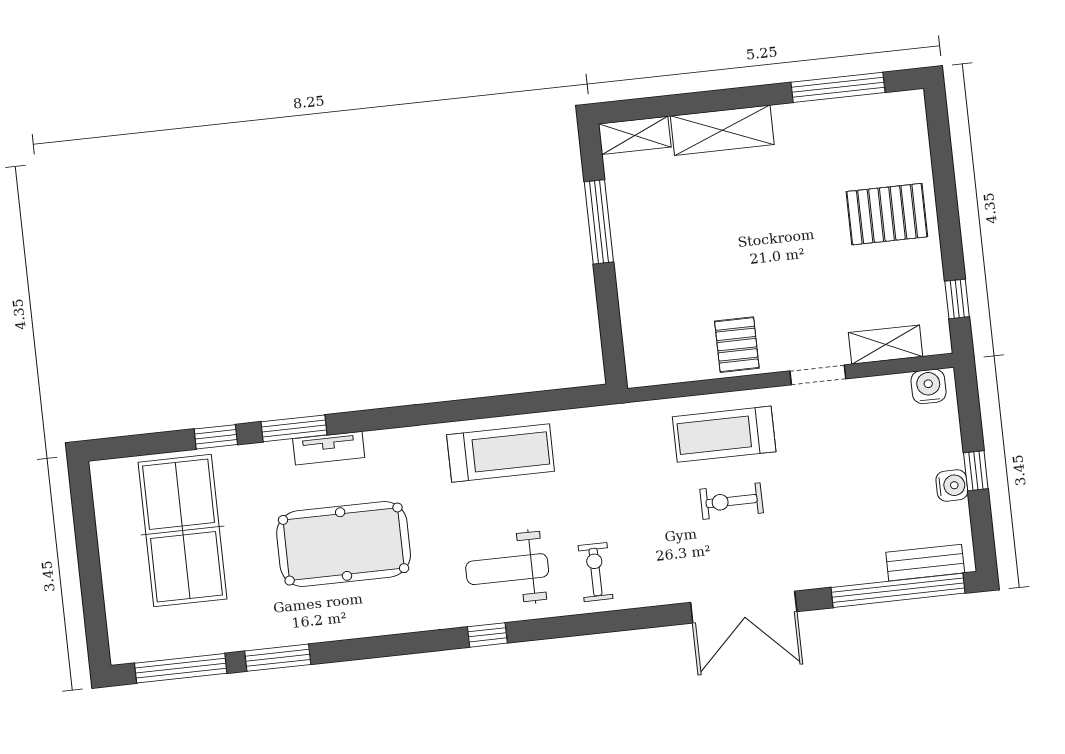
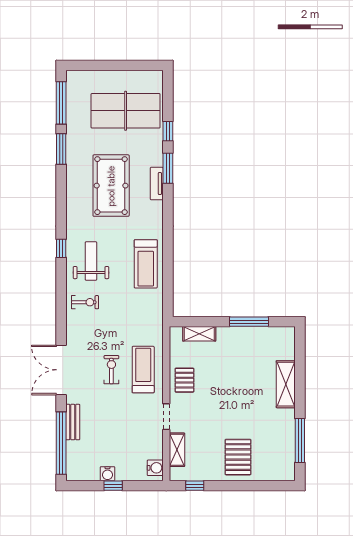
shelving: (635, 135) -> (199, 334), moved, turned 90
pallet: (737, 345) -> (184, 380), turned 90
bench: (925, 563) -> (73, 422), moved

